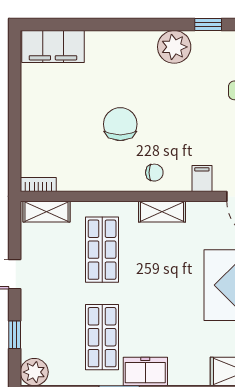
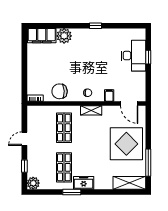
window: (208, 25) -> (96, 26), moved
plant: (174, 47) -> (64, 36), moved
chair: (120, 124) -> (60, 91), moved, turned -92
shelving: (46, 212) -> (39, 110), removed

